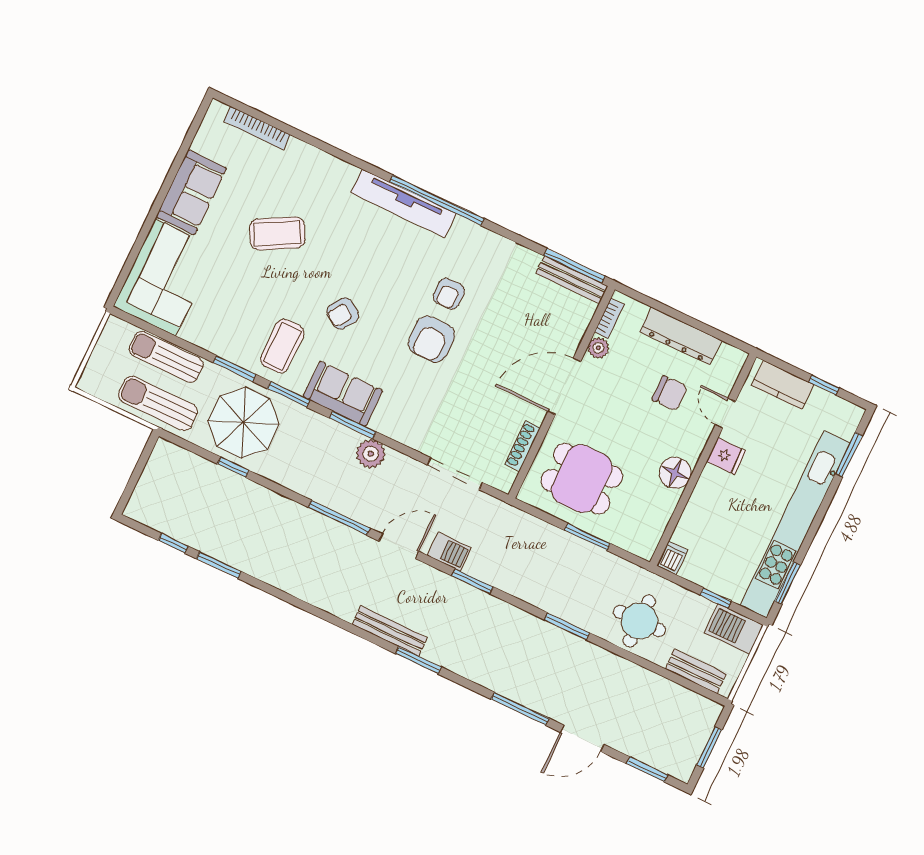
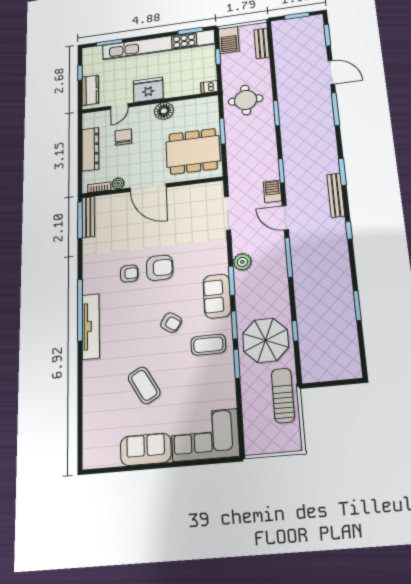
bookcase: (257, 128) -> (88, 433), removed
sun lounger: (166, 357) -> (252, 407), removed
sun lounger: (158, 403) -> (283, 395), turned 180
shoe rack: (523, 446) -> (192, 189), removed
fridge: (726, 456) -> (148, 90), width x1.88, depth x1.34
dining table: (582, 479) -> (193, 151), width x1.38
window: (173, 543) -> (349, 230), moved
round table: (639, 621) -> (246, 100), moved

